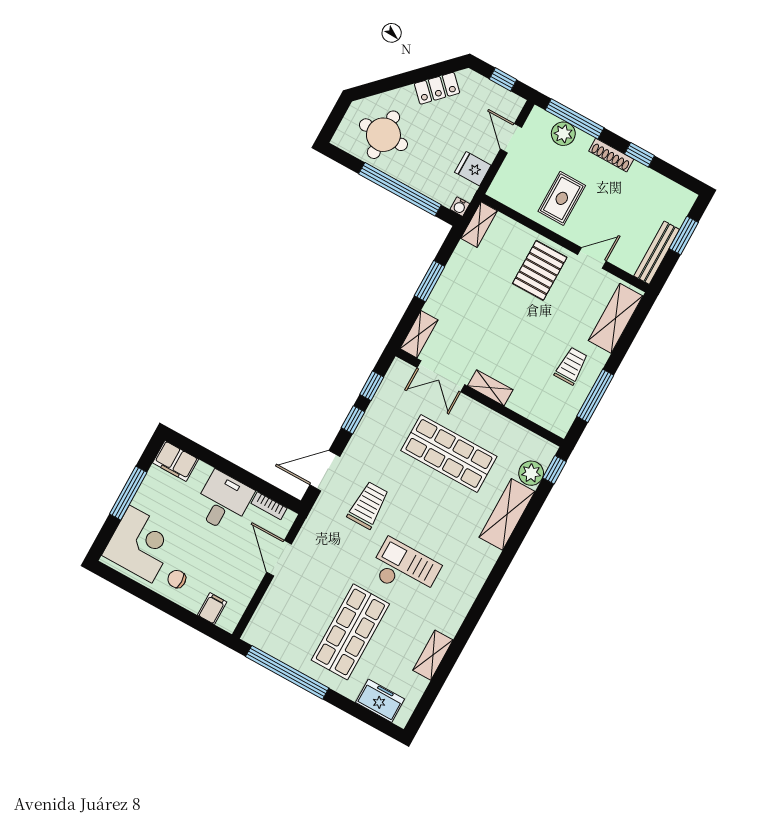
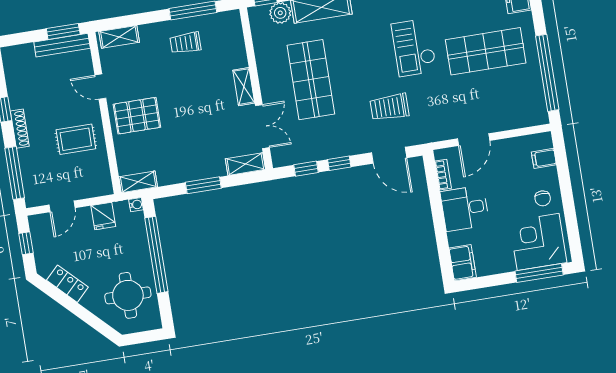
plant: (563, 134) -> (31, 173), removed
window: (684, 236) -> (63, 31), moved
shelving: (616, 318) -> (119, 37), width x0.67, depth x0.75
window: (128, 493) -> (539, 273), moved

